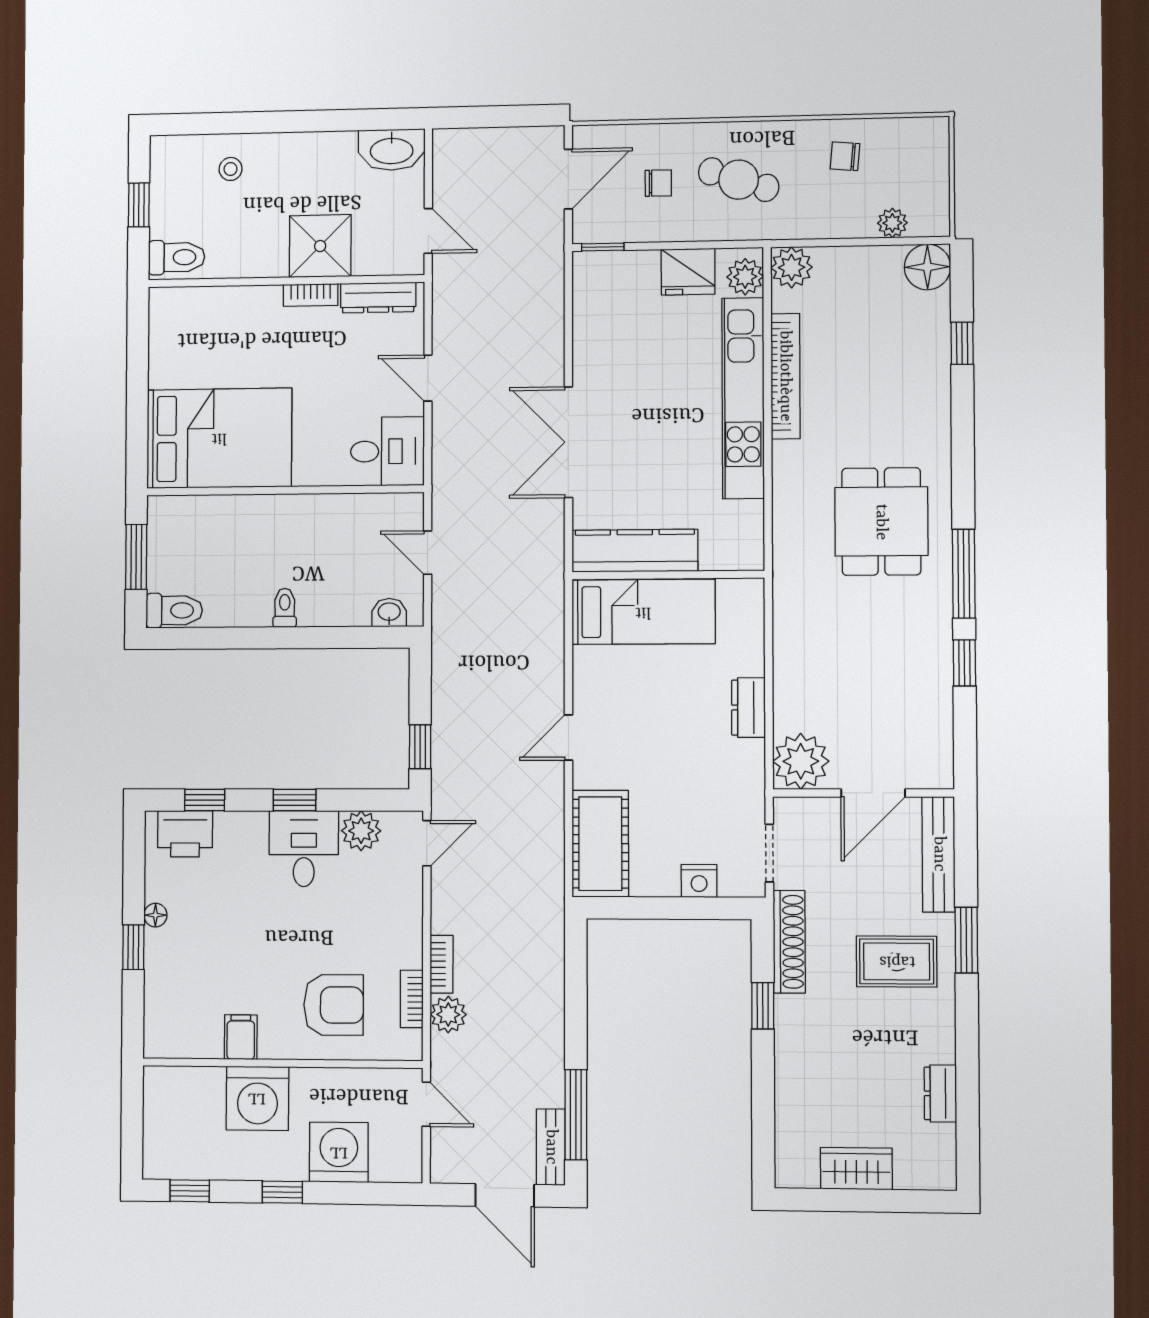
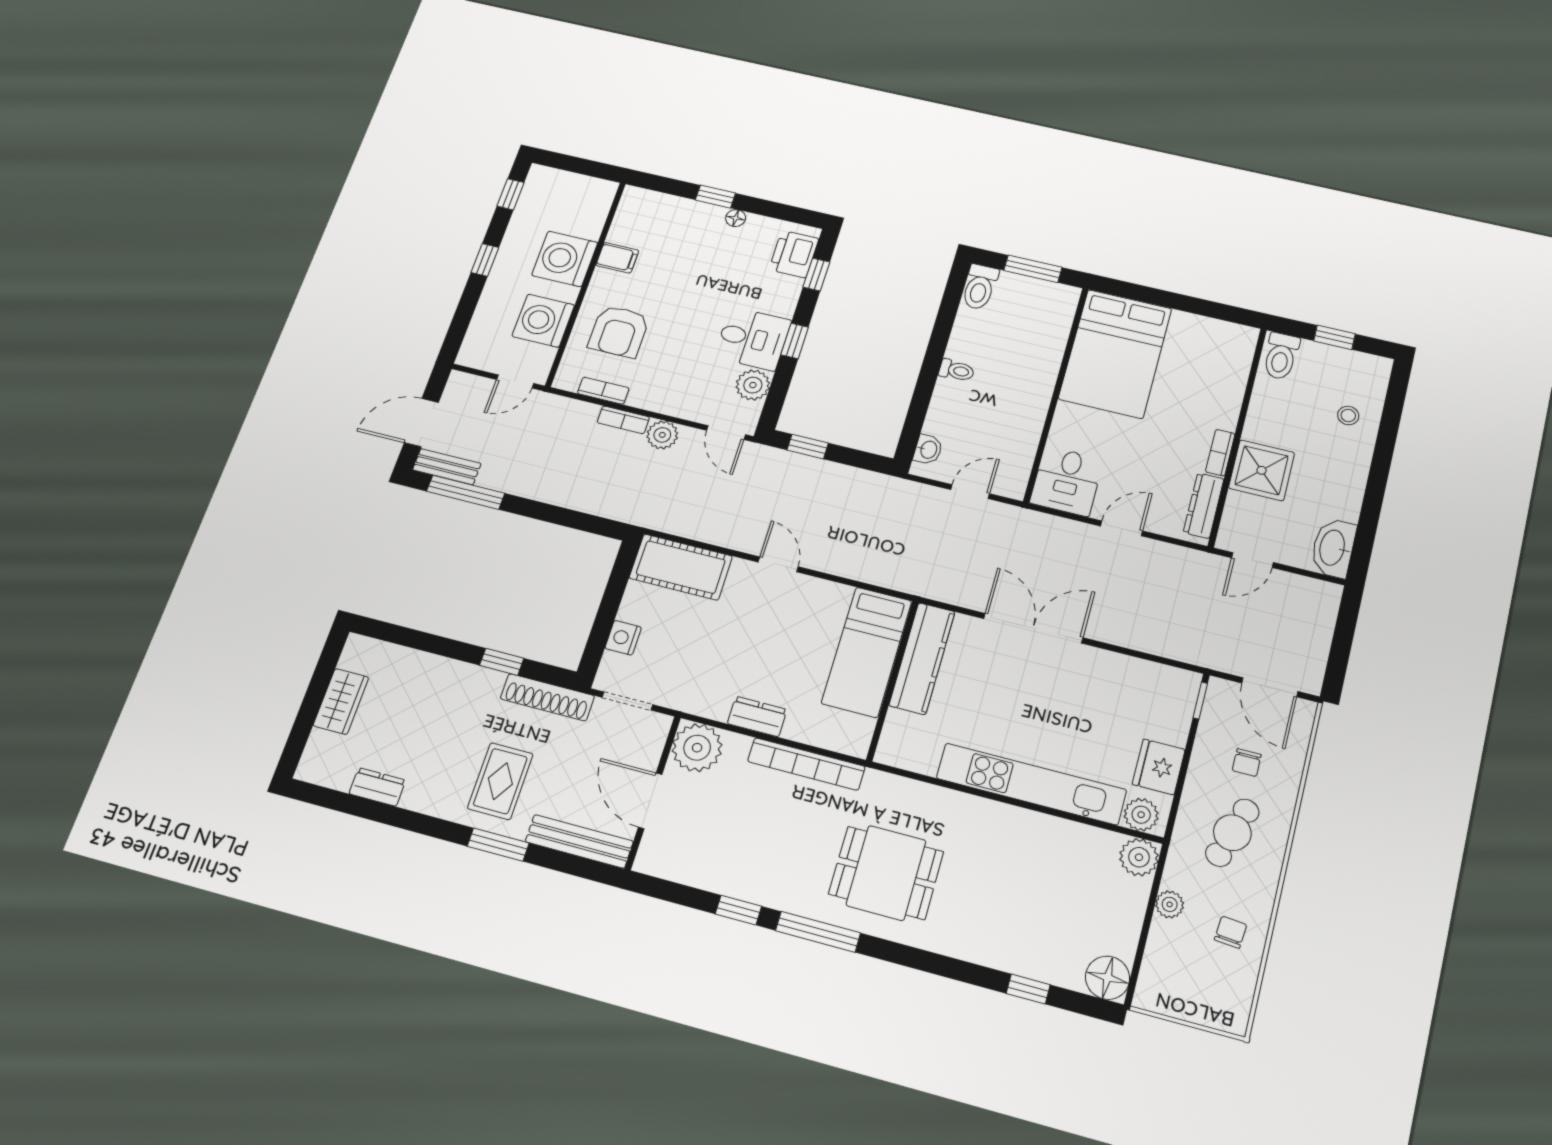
plant: (892, 223) -> (1170, 904), moved
bookcase: (785, 376) -> (806, 764), moved
plant: (448, 1015) -> (662, 435), moved
washing machine: (339, 1152) -> (543, 321), moved, turned 180

